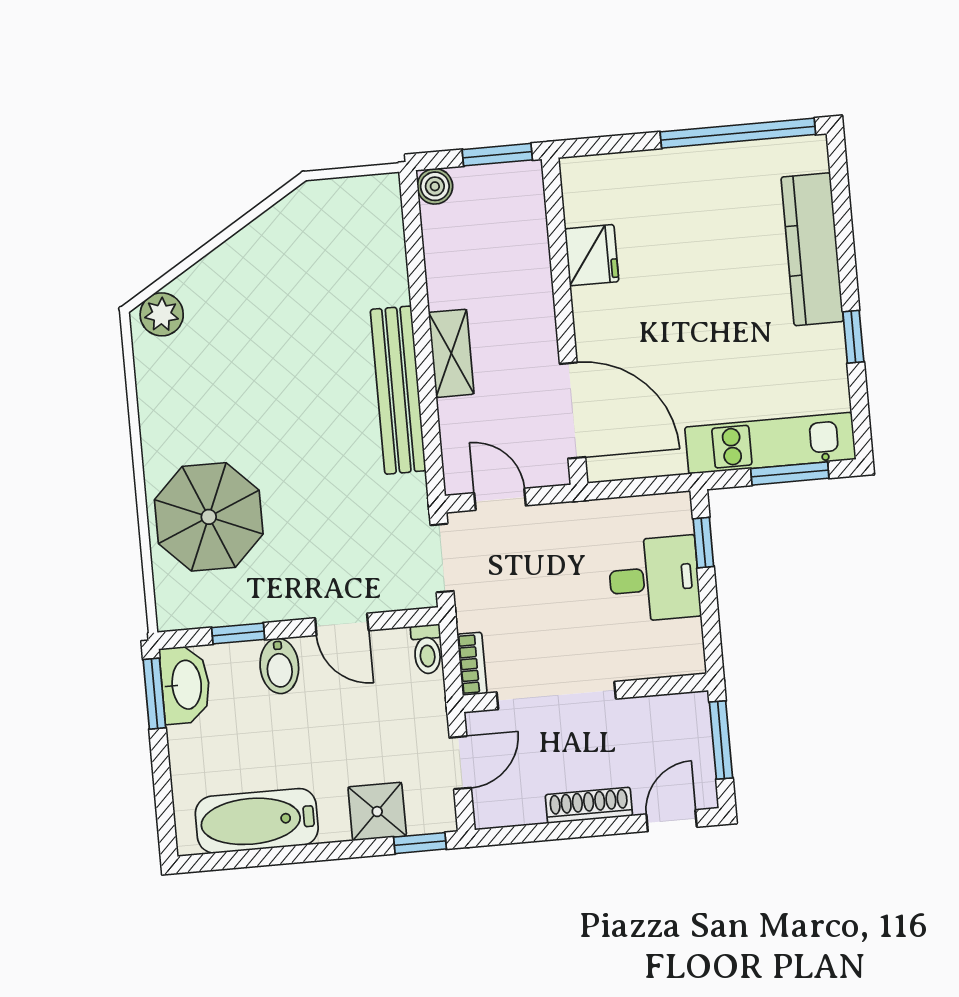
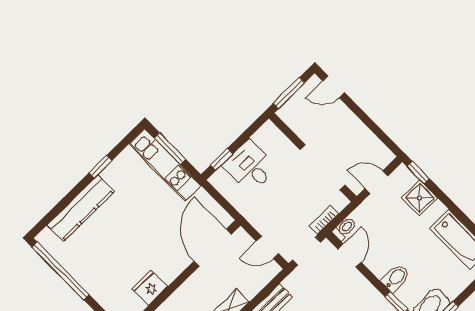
door: (500, 499) -> (267, 247), hinge flipped
door: (342, 624) -> (350, 256), moved
bookcase: (472, 664) -> (324, 220), moved
shoe rack: (589, 805) -> (353, 122), removed

